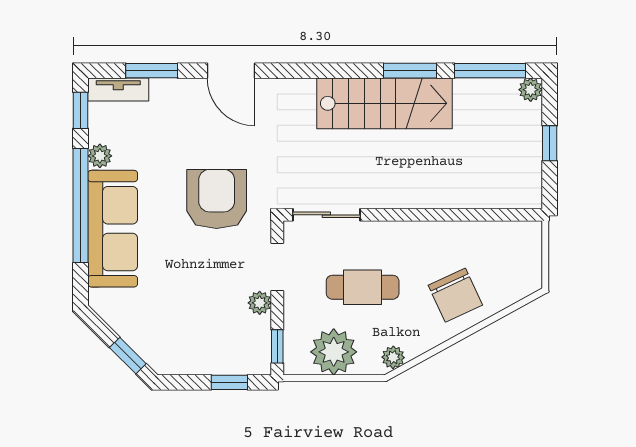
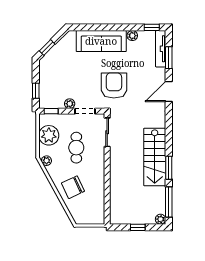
tv unit: (118, 89) -> (161, 49), width x1.41
armchair: (217, 199) -> (114, 85), turned -90
window: (81, 205) -> (111, 27), removed

